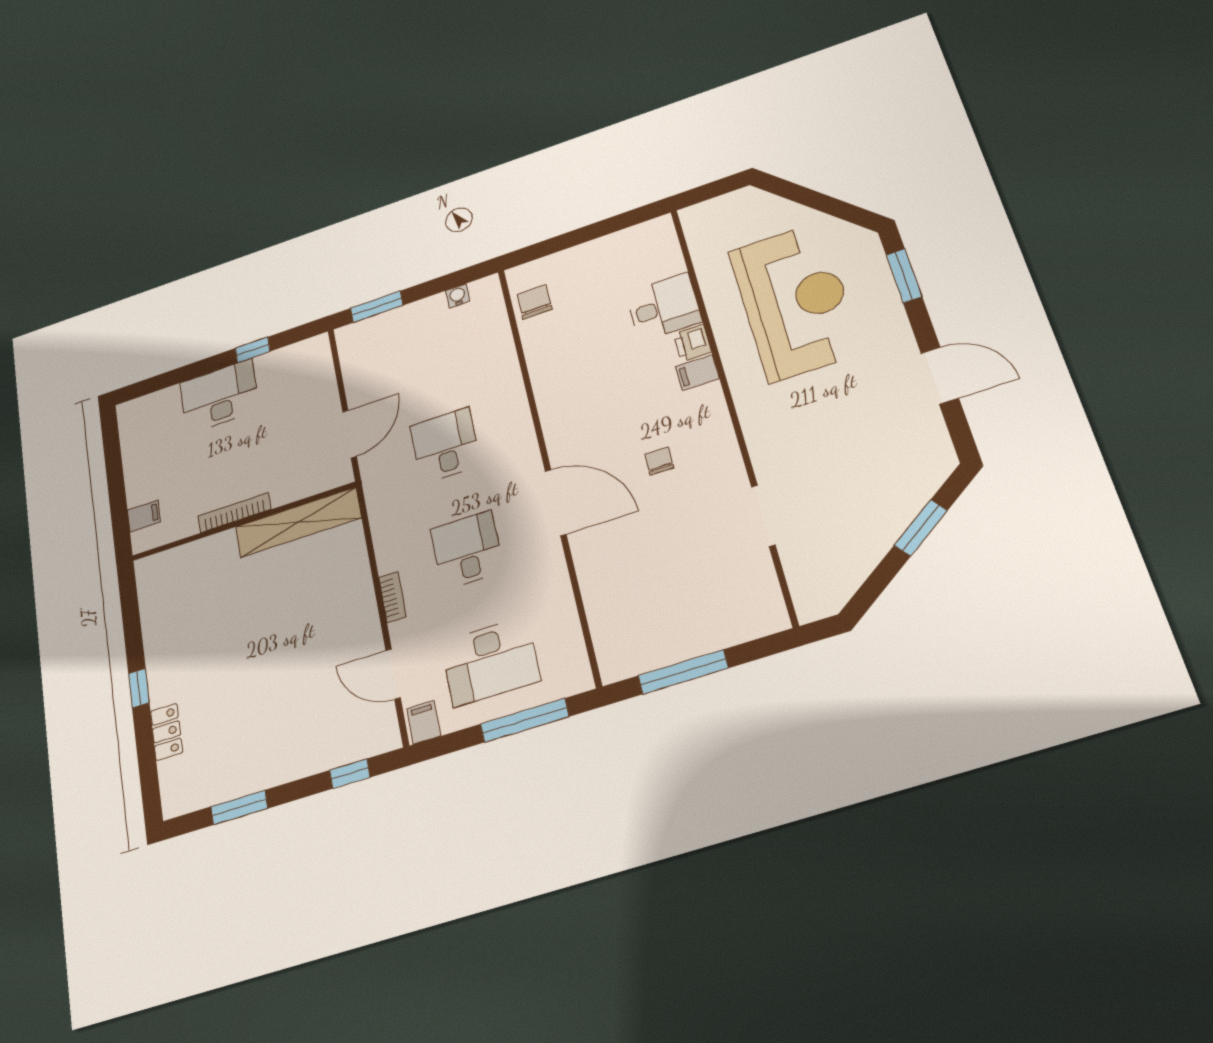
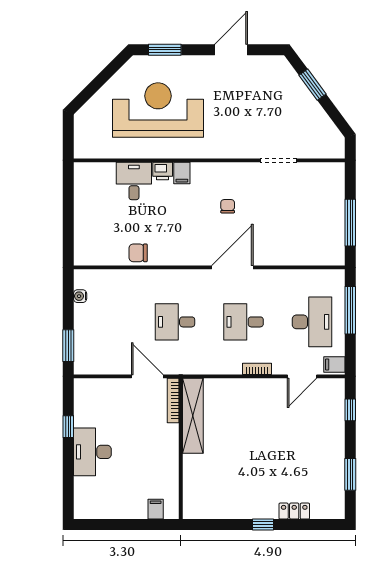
chair: (535, 302) -> (138, 253), moved
chair: (659, 461) -> (228, 206), turned 90
bookcase: (234, 513) -> (173, 401), moved

